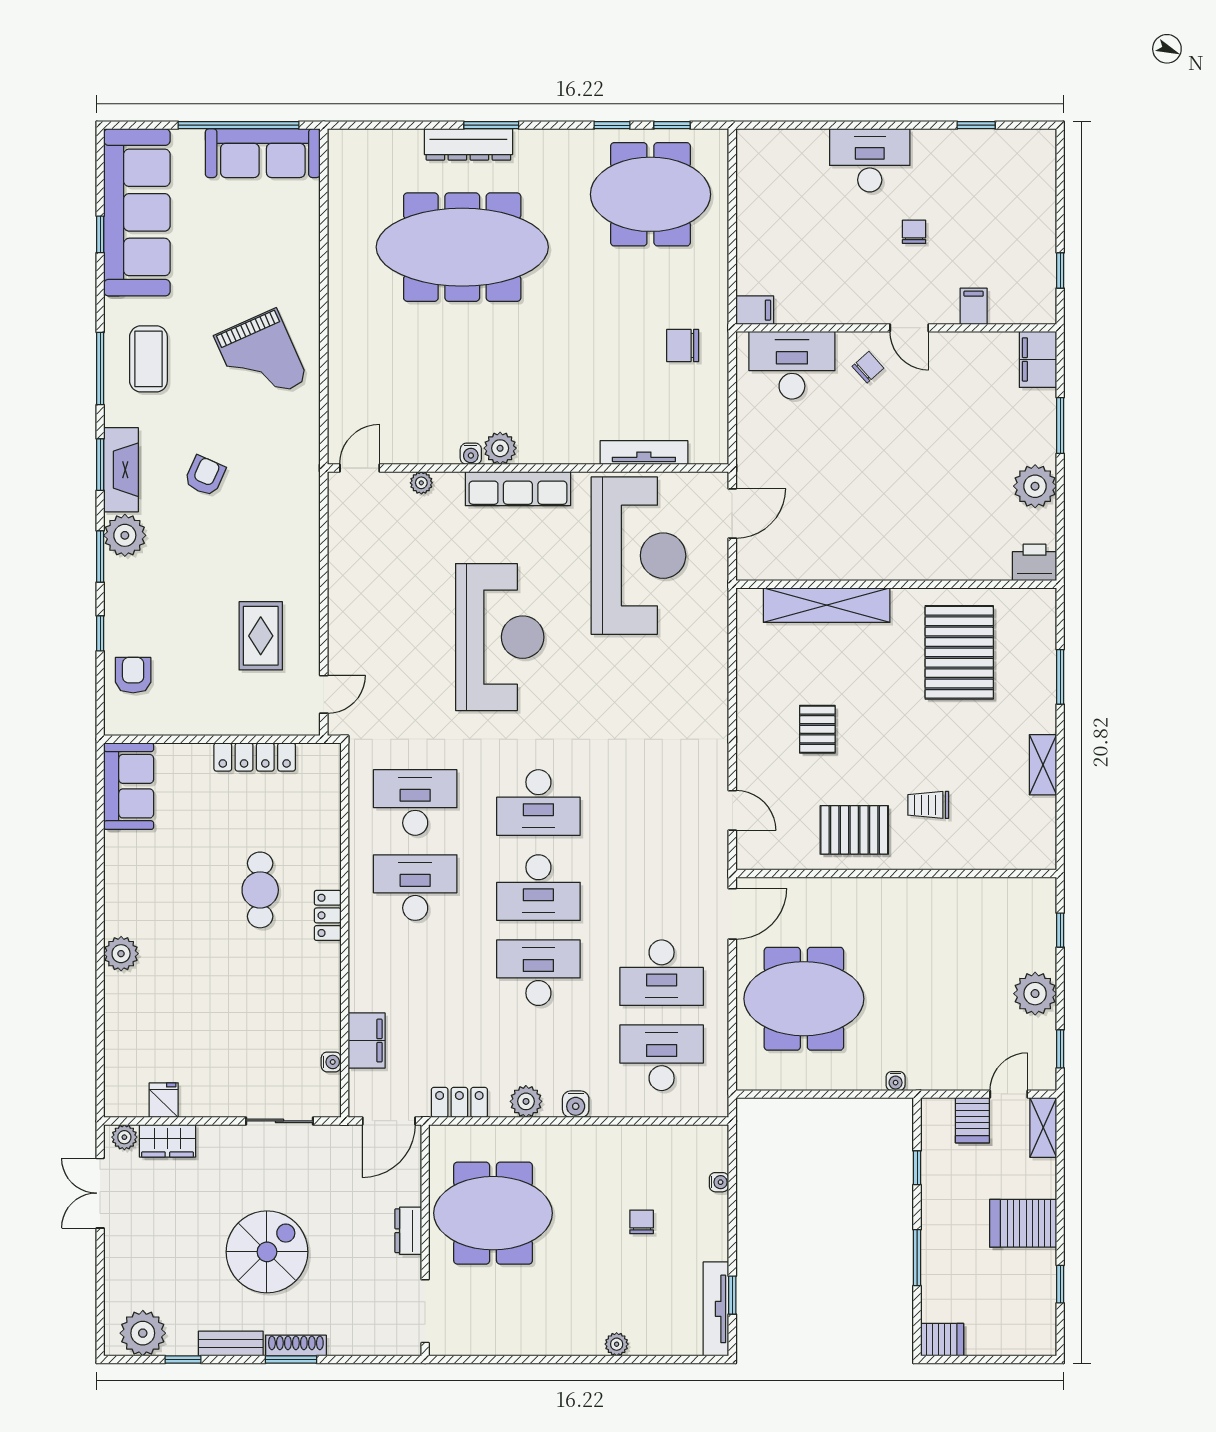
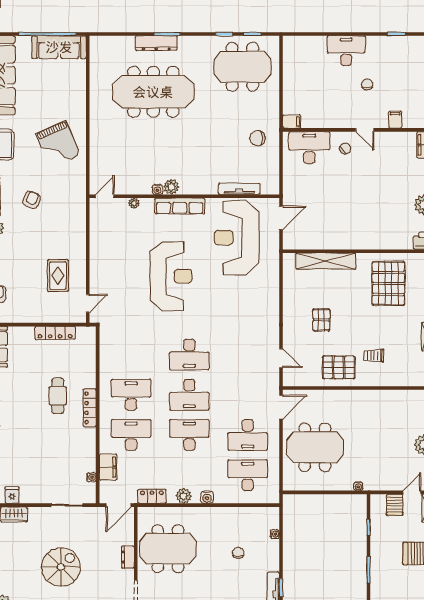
reception desk: (638, 556) -> (237, 238), turned 180
desk: (415, 802) -> (131, 435), moved
locker: (328, 915) -> (90, 408), width x1.53

